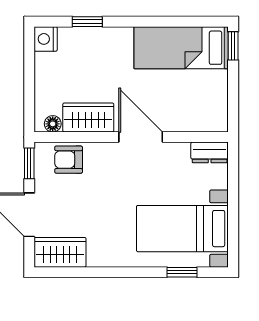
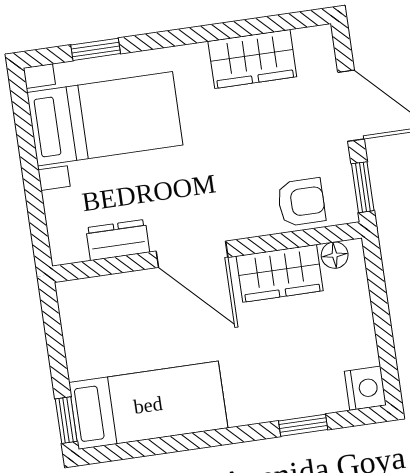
dresser: (210, 152) -> (118, 240), moved
wardrobe: (60, 252) -> (252, 59), moved

